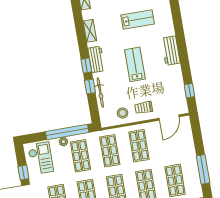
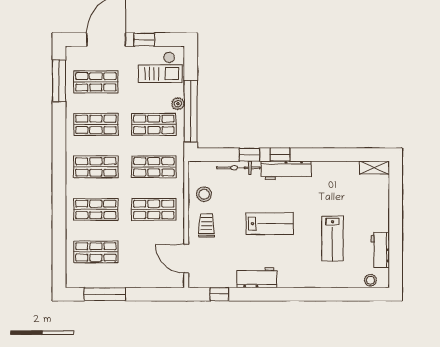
shelving: (90, 31) -> (328, 168), removed
workbench: (171, 51) -> (257, 278), moved
workbench: (96, 59) -> (286, 170), width x1.37

